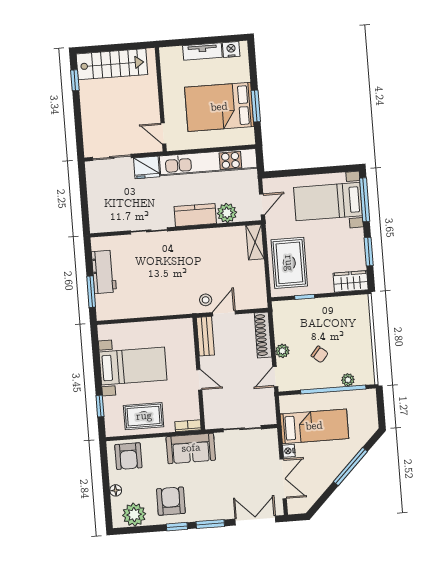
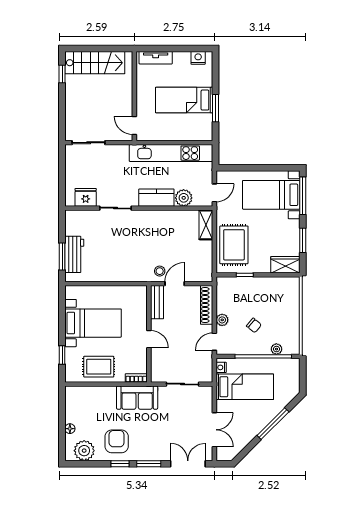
tv unit: (202, 51) -> (156, 58), moved
bed: (219, 107) -> (184, 100), width x0.67
fridge: (147, 167) -> (86, 197), moved, turned 180
workbench: (104, 272) -> (74, 254), moved
nightstand: (289, 451) -> (221, 367), moved
armchair: (128, 456) -> (83, 400), removed

